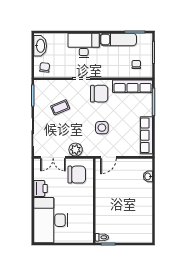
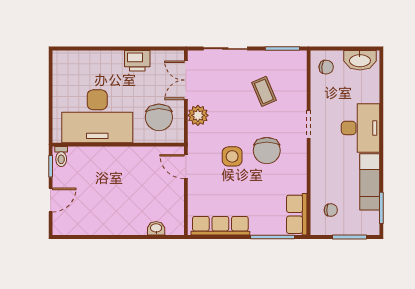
row of seats: (133, 86) -> (297, 214), width x0.68
chair: (99, 94) -> (267, 151), moved
desk: (51, 220) -> (97, 116), moved, turned 180
door: (130, 244) -> (51, 200), added

